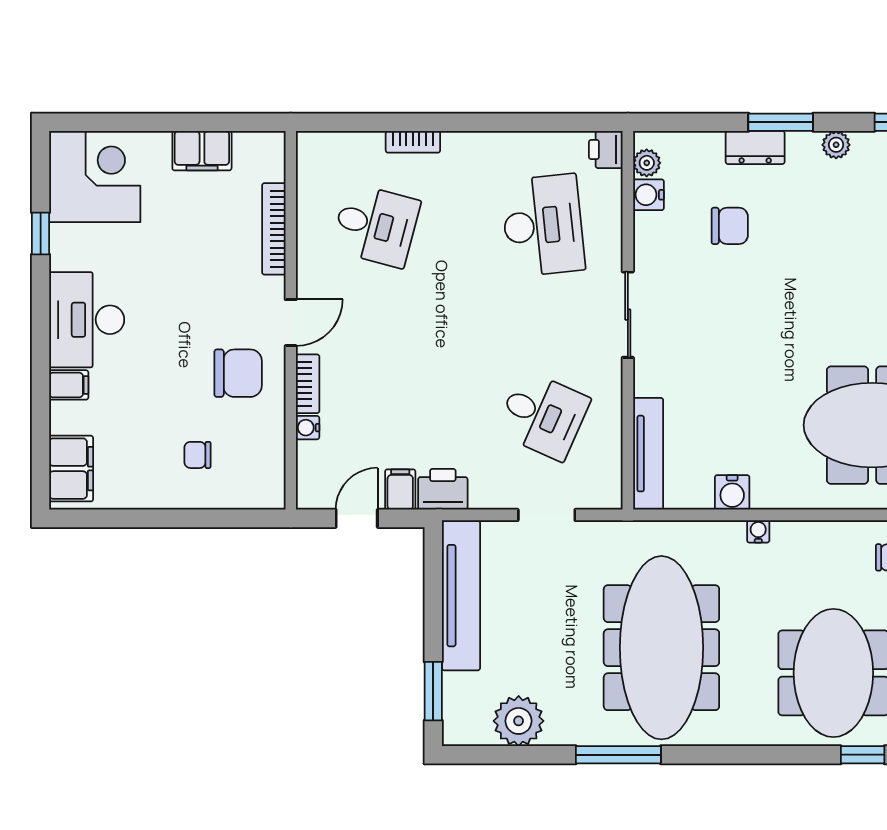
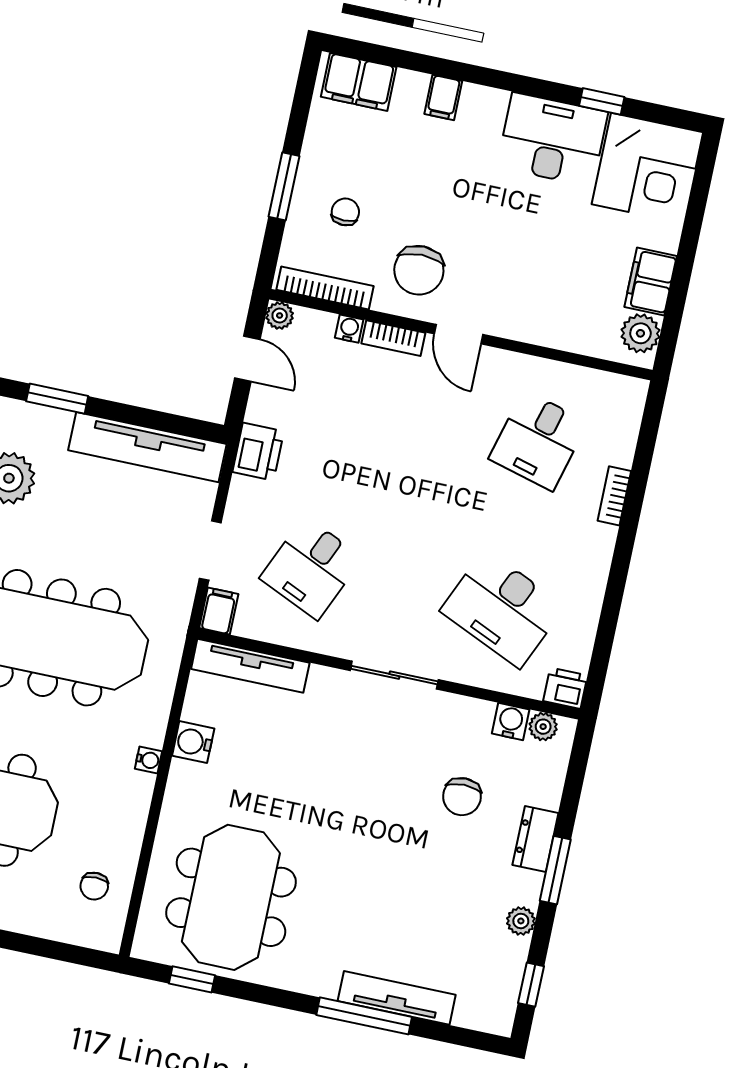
plant: (253, 150) -> (640, 333), added
desk: (543, 225) -> (503, 609), turned 30
bookcase: (274, 229) -> (325, 288), moved
desk: (87, 320) -> (552, 139), moved
filing cabinet: (400, 490) -> (219, 611), moved, turned -90
plant: (309, 496) -> (280, 316), added
window: (186, 518) -> (284, 186), added

